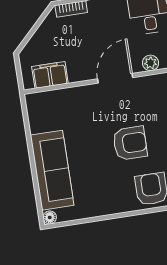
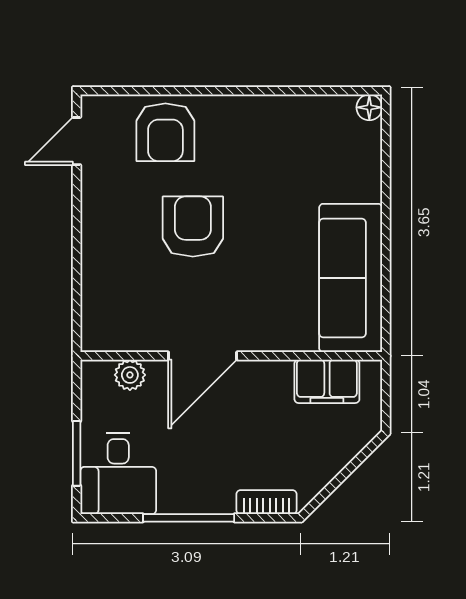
armchair: (130, 143) -> (193, 227), turned 90
sofa: (52, 170) -> (351, 278), moved

